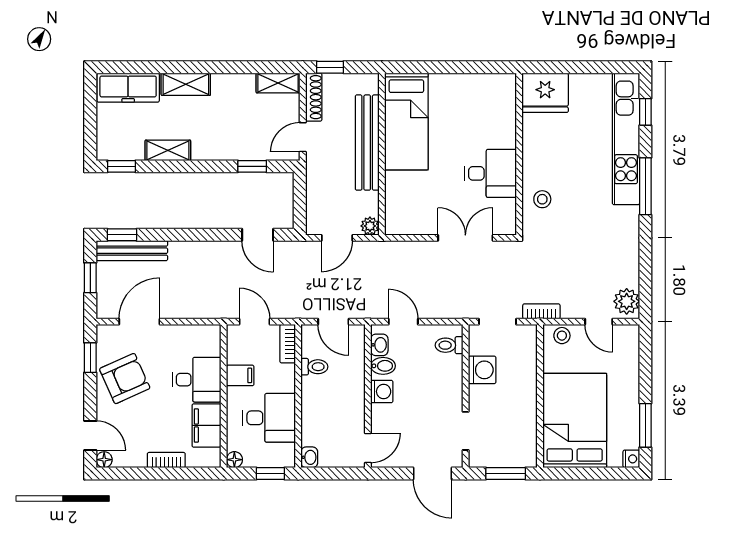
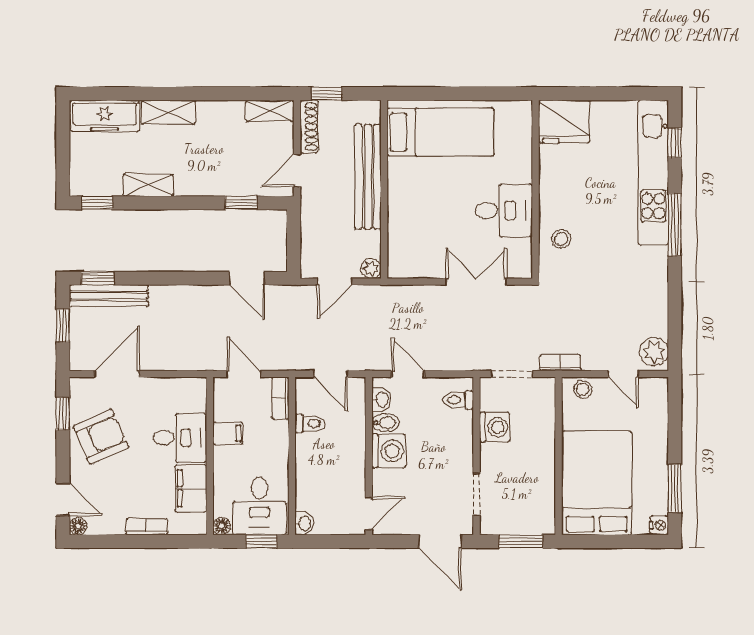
bed: (406, 122) -> (441, 132), moved, turned -90
washing machine: (382, 391) -> (389, 451), width x1.38, depth x1.38
desk: (269, 418) -> (259, 506), moved, turned 90

